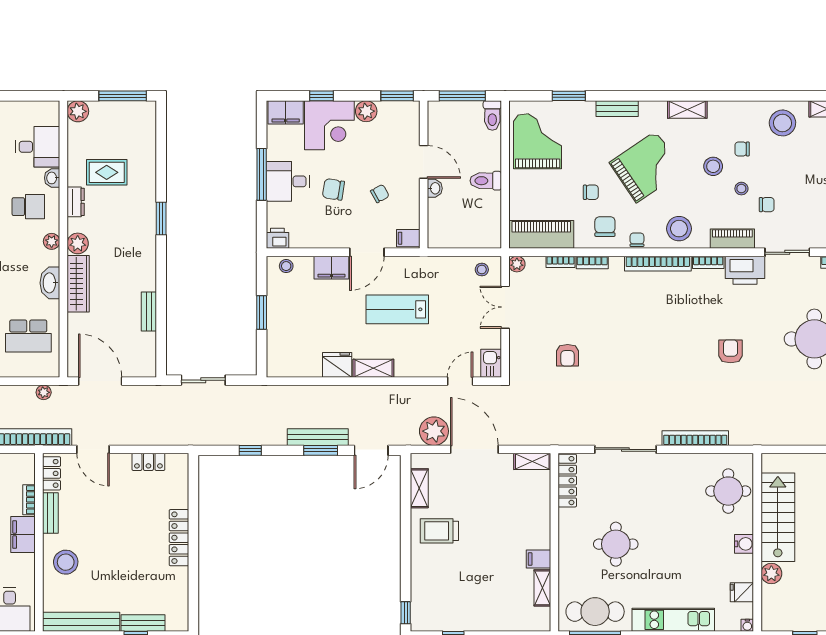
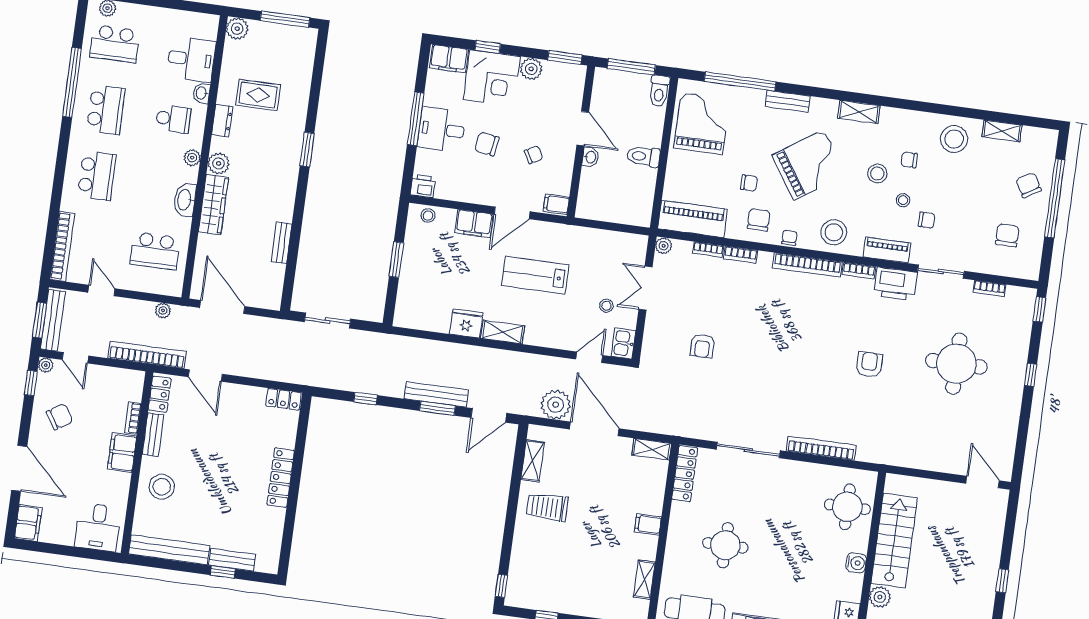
window: (569, 96) -> (740, 82), width x2.11
stool: (482, 270) -> (606, 306), moved
locker: (148, 462) -> (283, 399), moved
filing cabinet: (539, 559) -> (648, 524), moved

